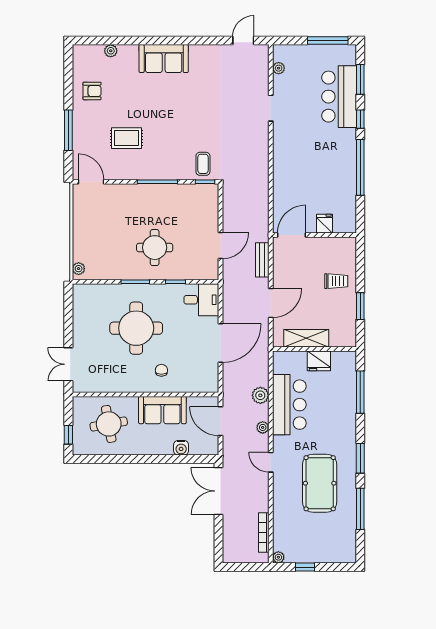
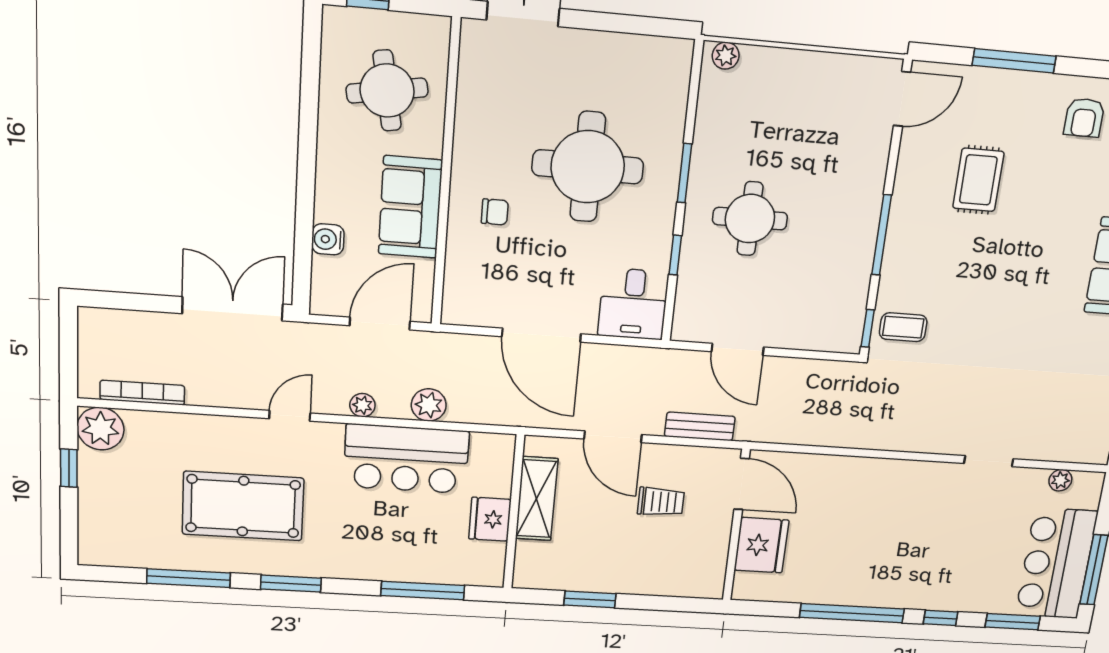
bar counter: (339, 97) -> (1056, 563), moved, turned -90
fridge: (325, 224) -> (761, 545), width x1.88, depth x1.34
trolley: (336, 281) -> (661, 502), moved, turned -90
plant: (278, 557) -> (100, 429), width x1.88, depth x1.88

